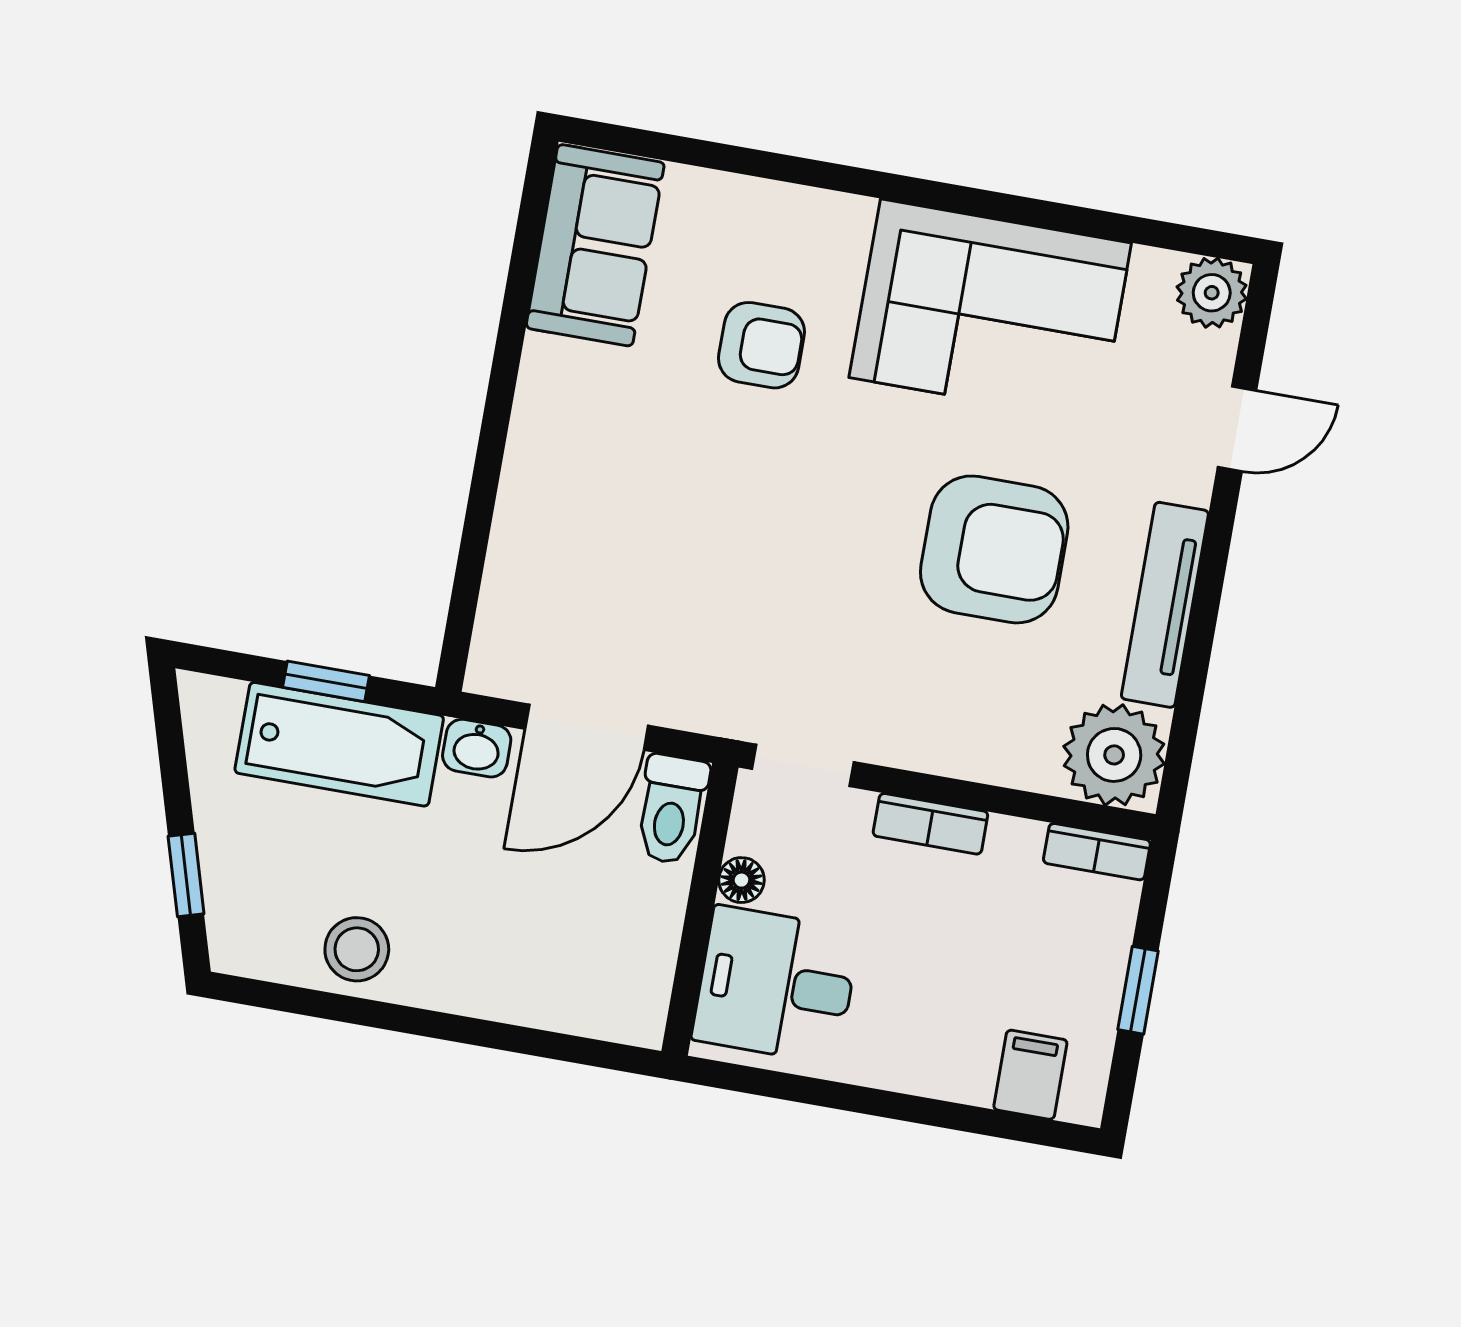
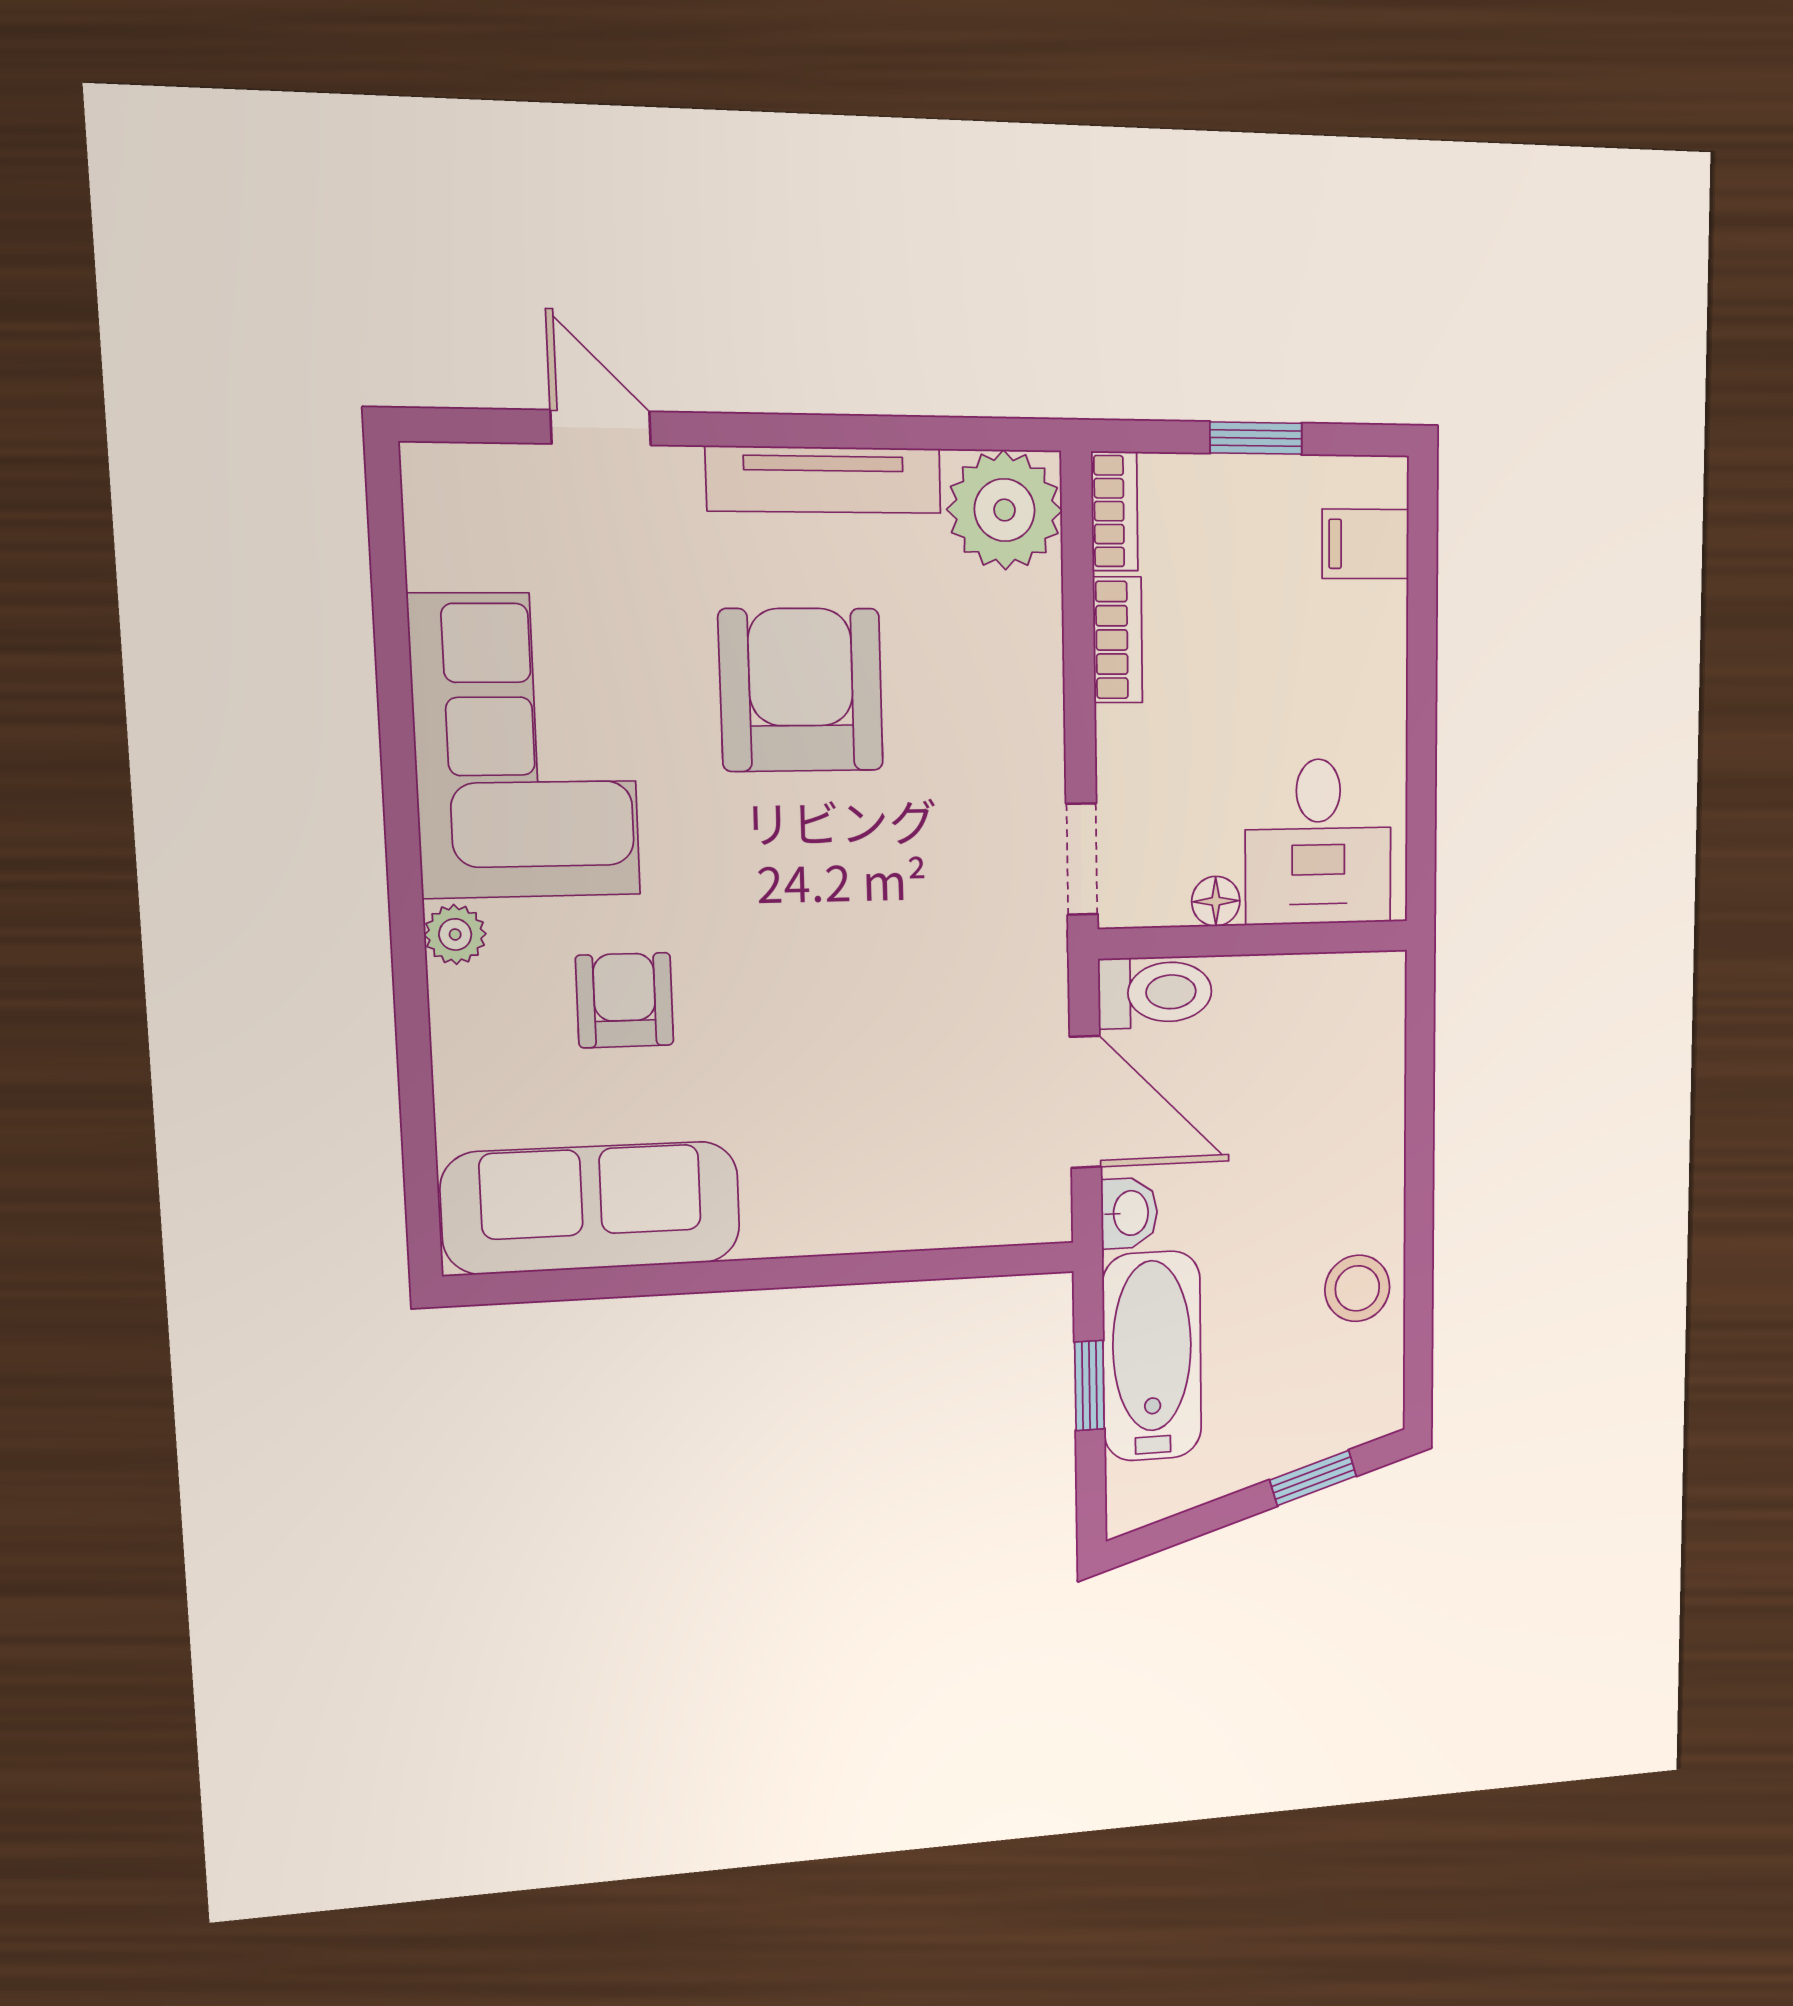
sofa: (595, 245) -> (592, 1208), width x1.36
plant: (1212, 293) -> (455, 934), moved, width x0.73, depth x0.73
bookcase: (930, 824) -> (1118, 640), moved

